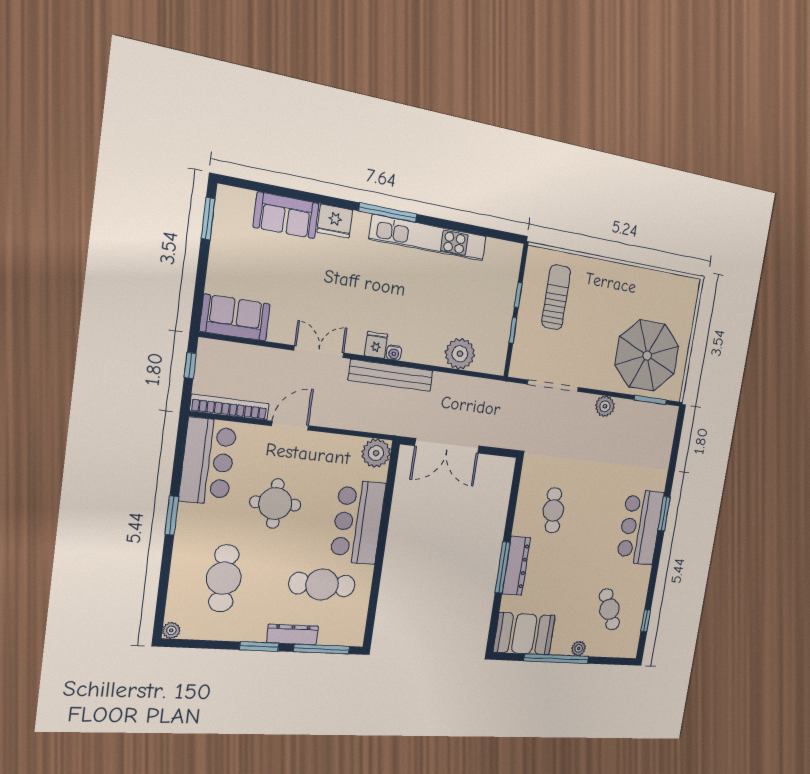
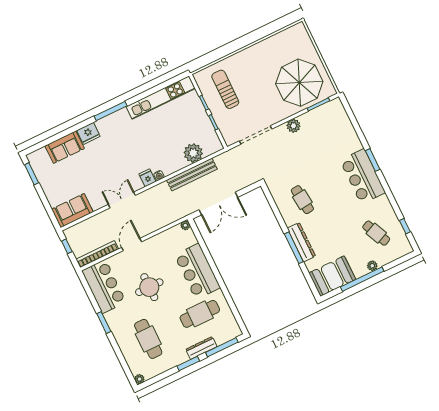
kitchen unit: (428, 238) -> (161, 98), moved
bench: (391, 375) -> (192, 175), moved
plant: (376, 453) -> (185, 225), width x0.53, depth x0.53

